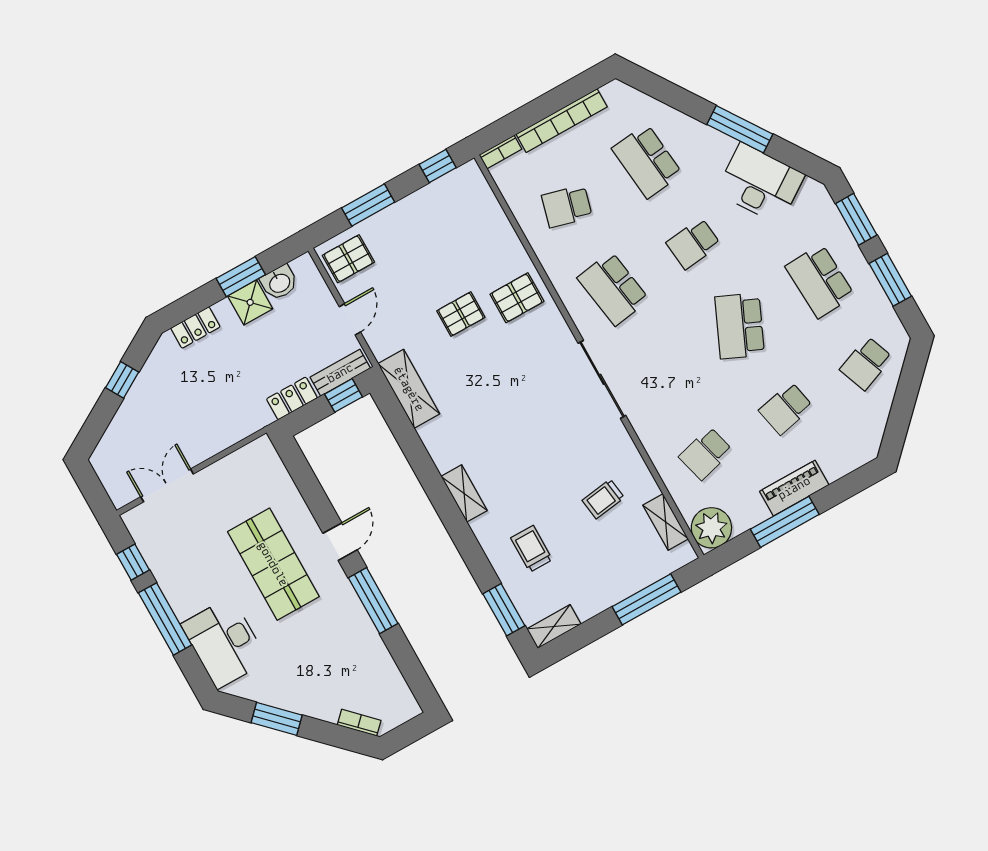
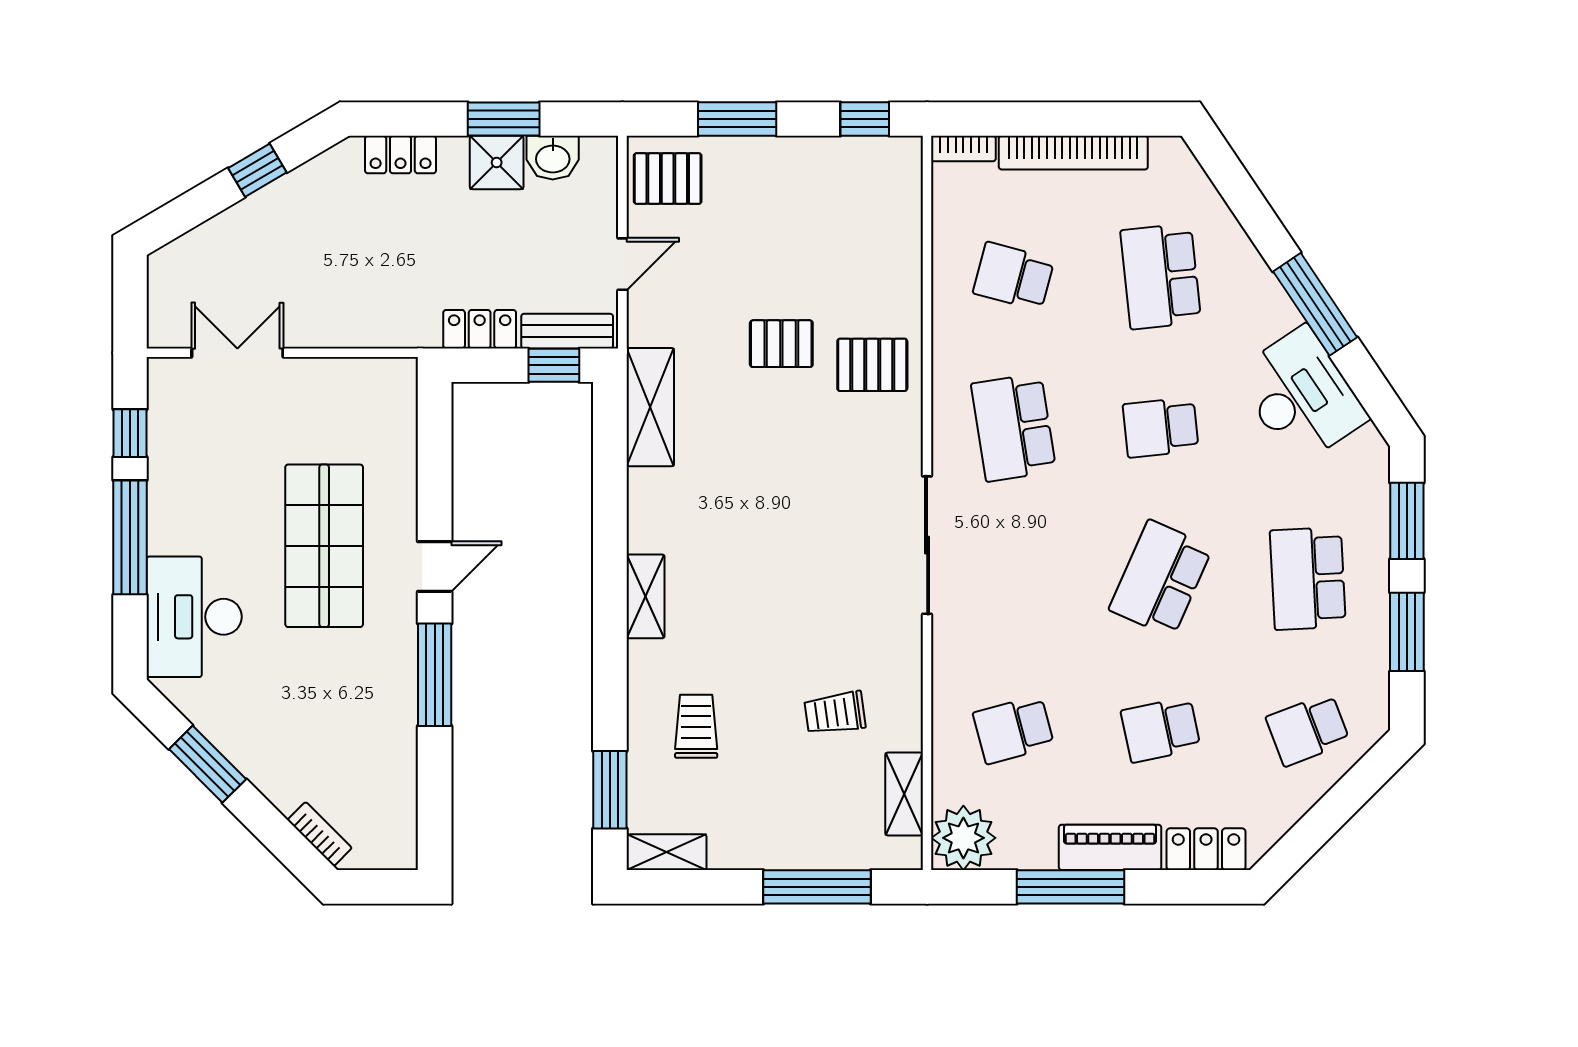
locker: (847, 460) -> (1206, 849), added

